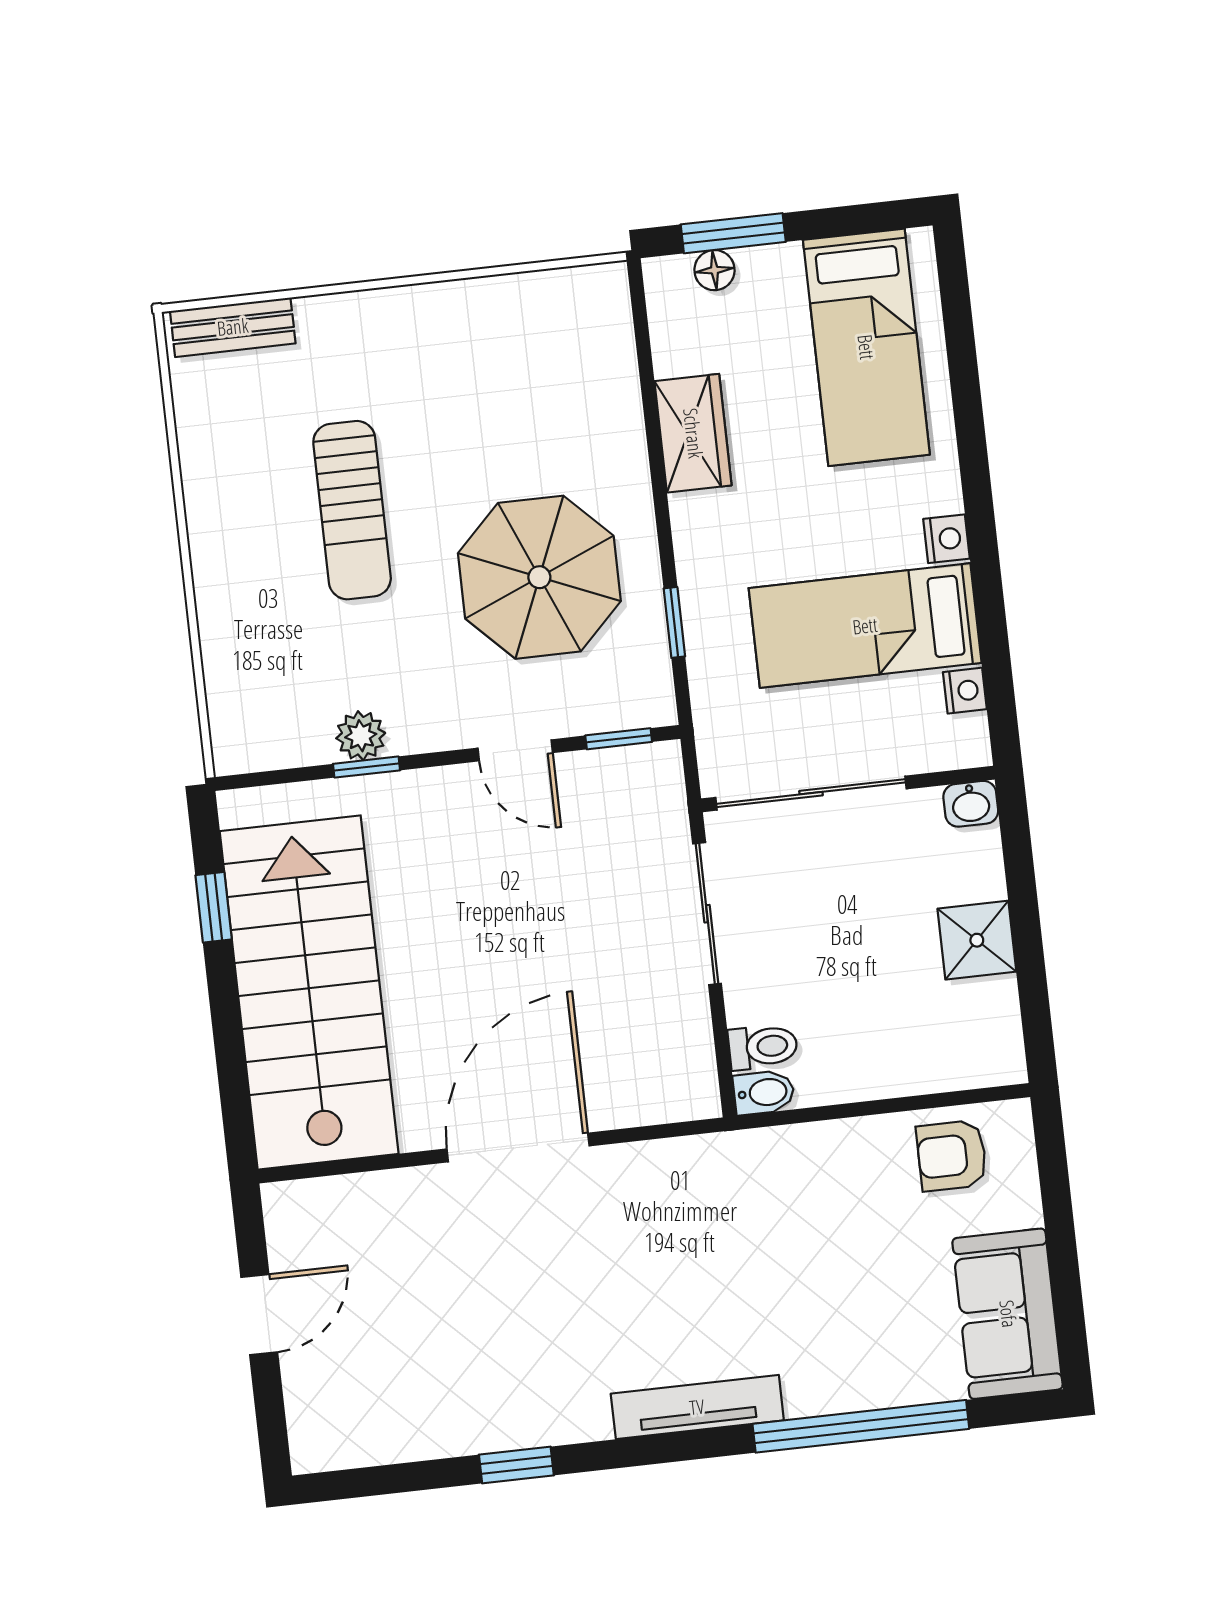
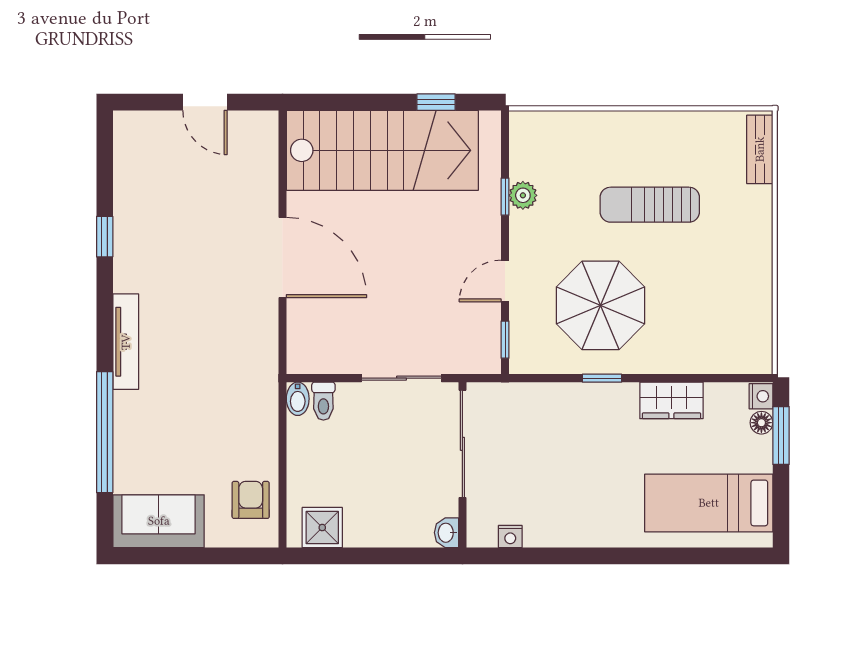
nightstand: (947, 539) -> (761, 396), moved, turned -90
window: (674, 622) -> (602, 378), moved
bed: (865, 626) -> (553, 485), removed
shower: (977, 940) -> (322, 528), moved

